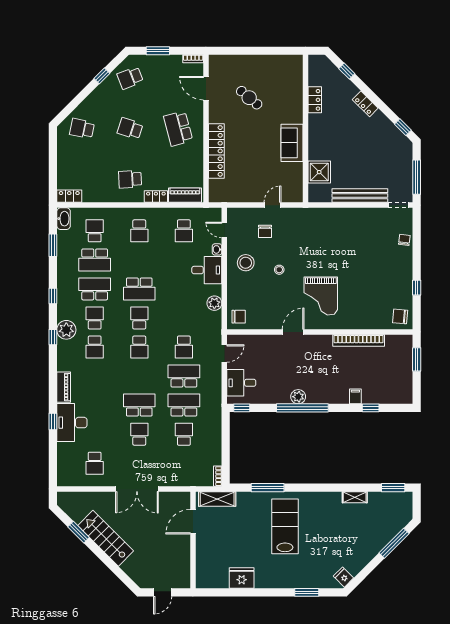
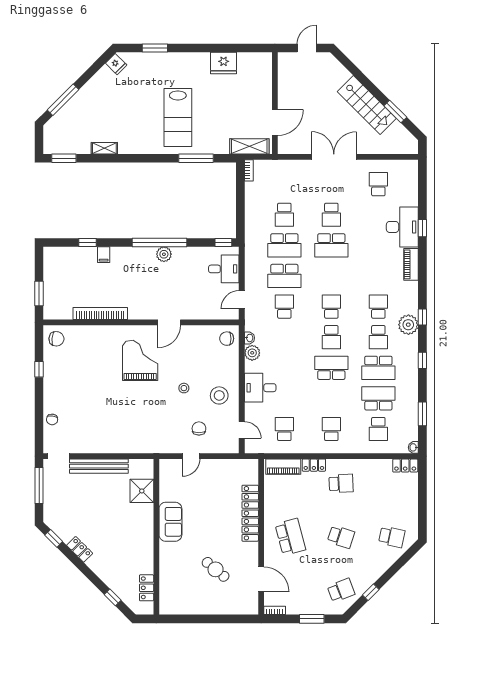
locker: (315, 100) -> (147, 588), moved
locker: (365, 104) -> (80, 549), moved
washbasin: (64, 219) -> (413, 447), width x0.52, depth x0.69
washbasin: (217, 249) -> (249, 338), moved

